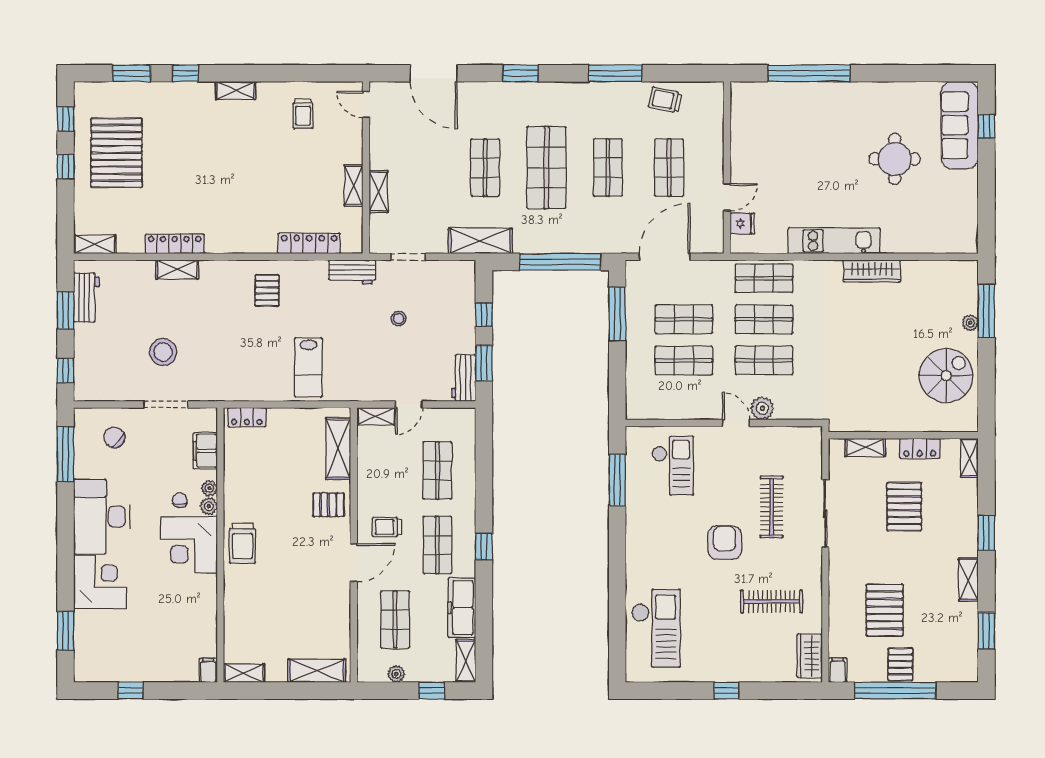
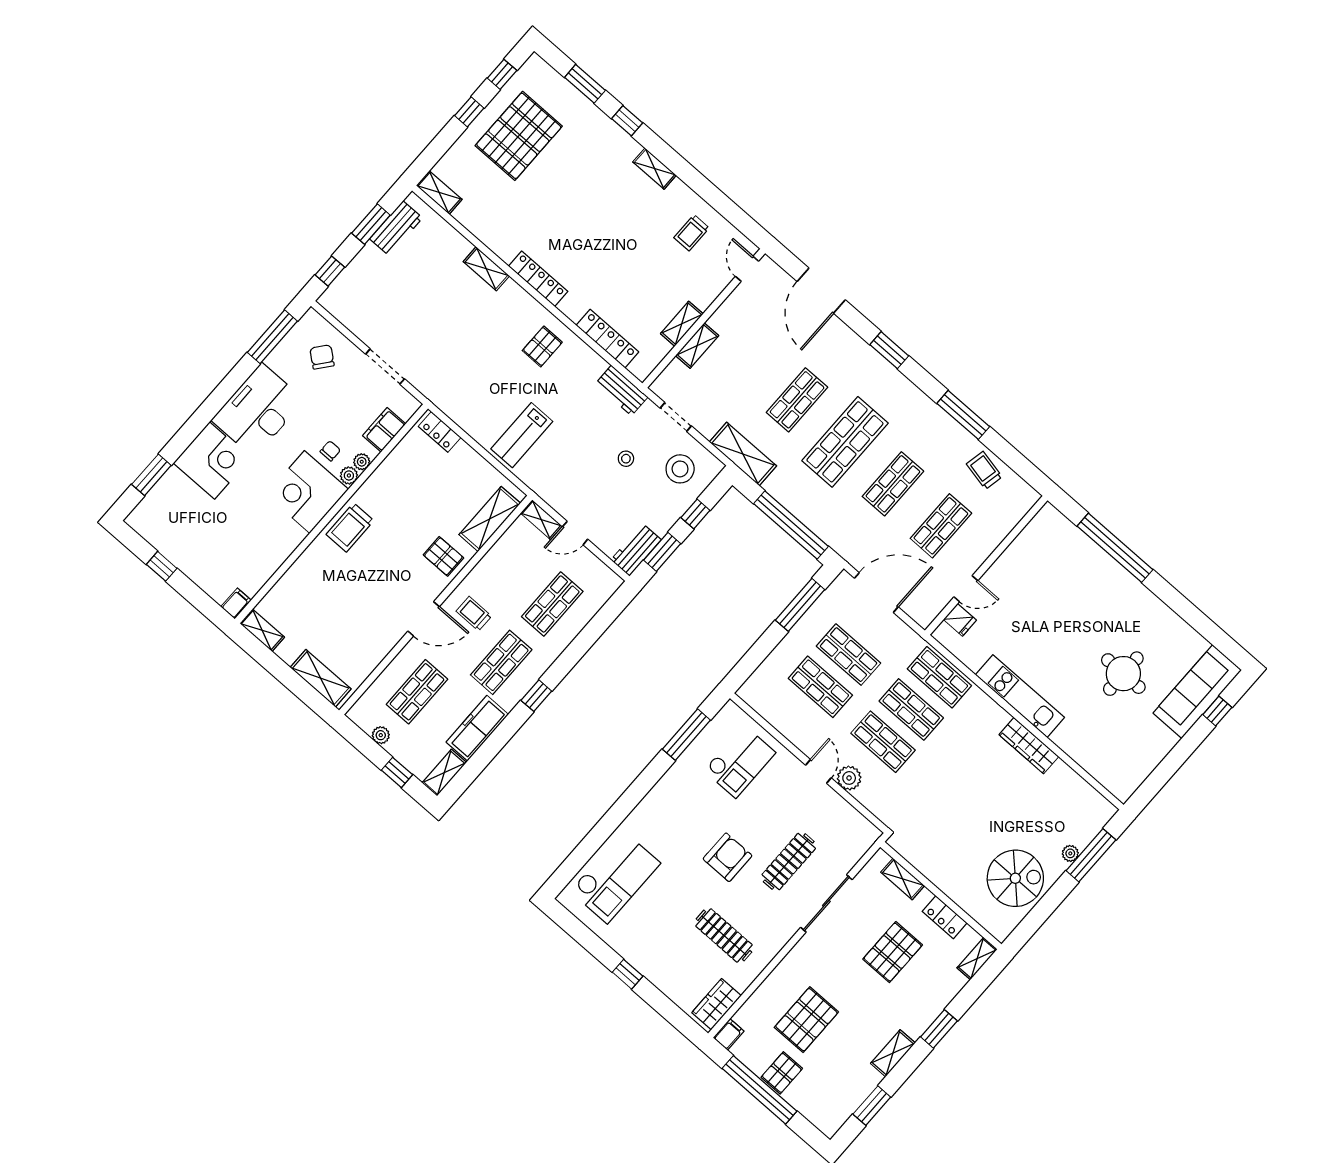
locker: (175, 244) -> (538, 279), moved
stool: (163, 352) -> (680, 469), moved

